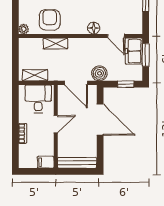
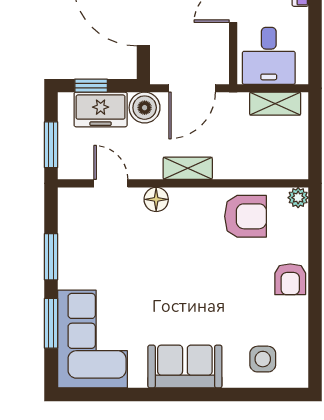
armchair: (50, 20) -> (246, 216), turned -90
shelving: (55, 43) -> (188, 168), moved
freezer: (134, 51) -> (101, 109), moved, turned 90
door: (76, 83) -> (192, 88), swing flipped

